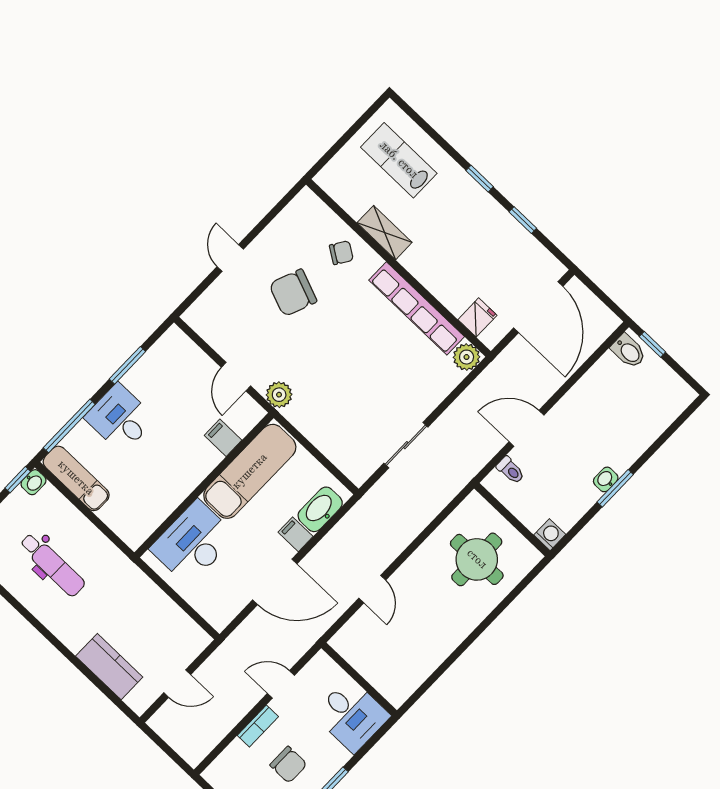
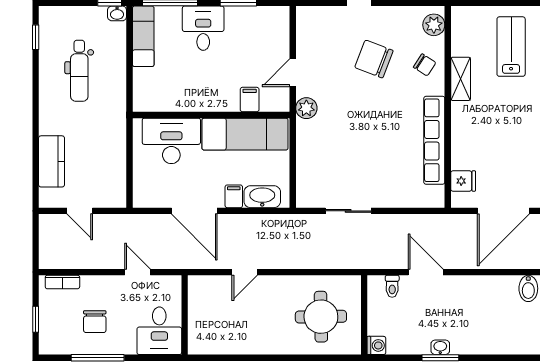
plant: (467, 357) -> (434, 25), moved
bookcase: (258, 726) -> (62, 282), moved

